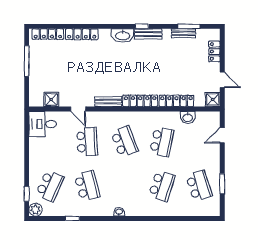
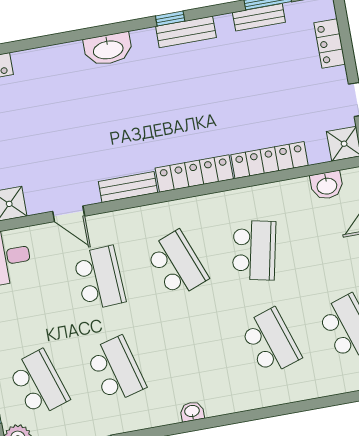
locker: (82, 34) -> (48, 57), removed
washbasin: (123, 35) -> (108, 49), moved
washbasin: (188, 118) -> (327, 185), moved
school desk: (50, 186) -> (39, 383), turned -42
school desk: (162, 186) -> (271, 342), turned -36

